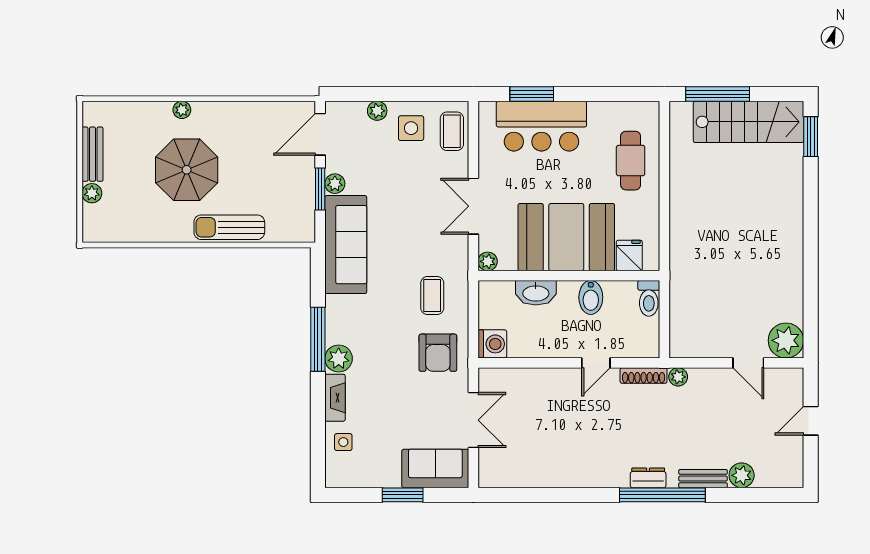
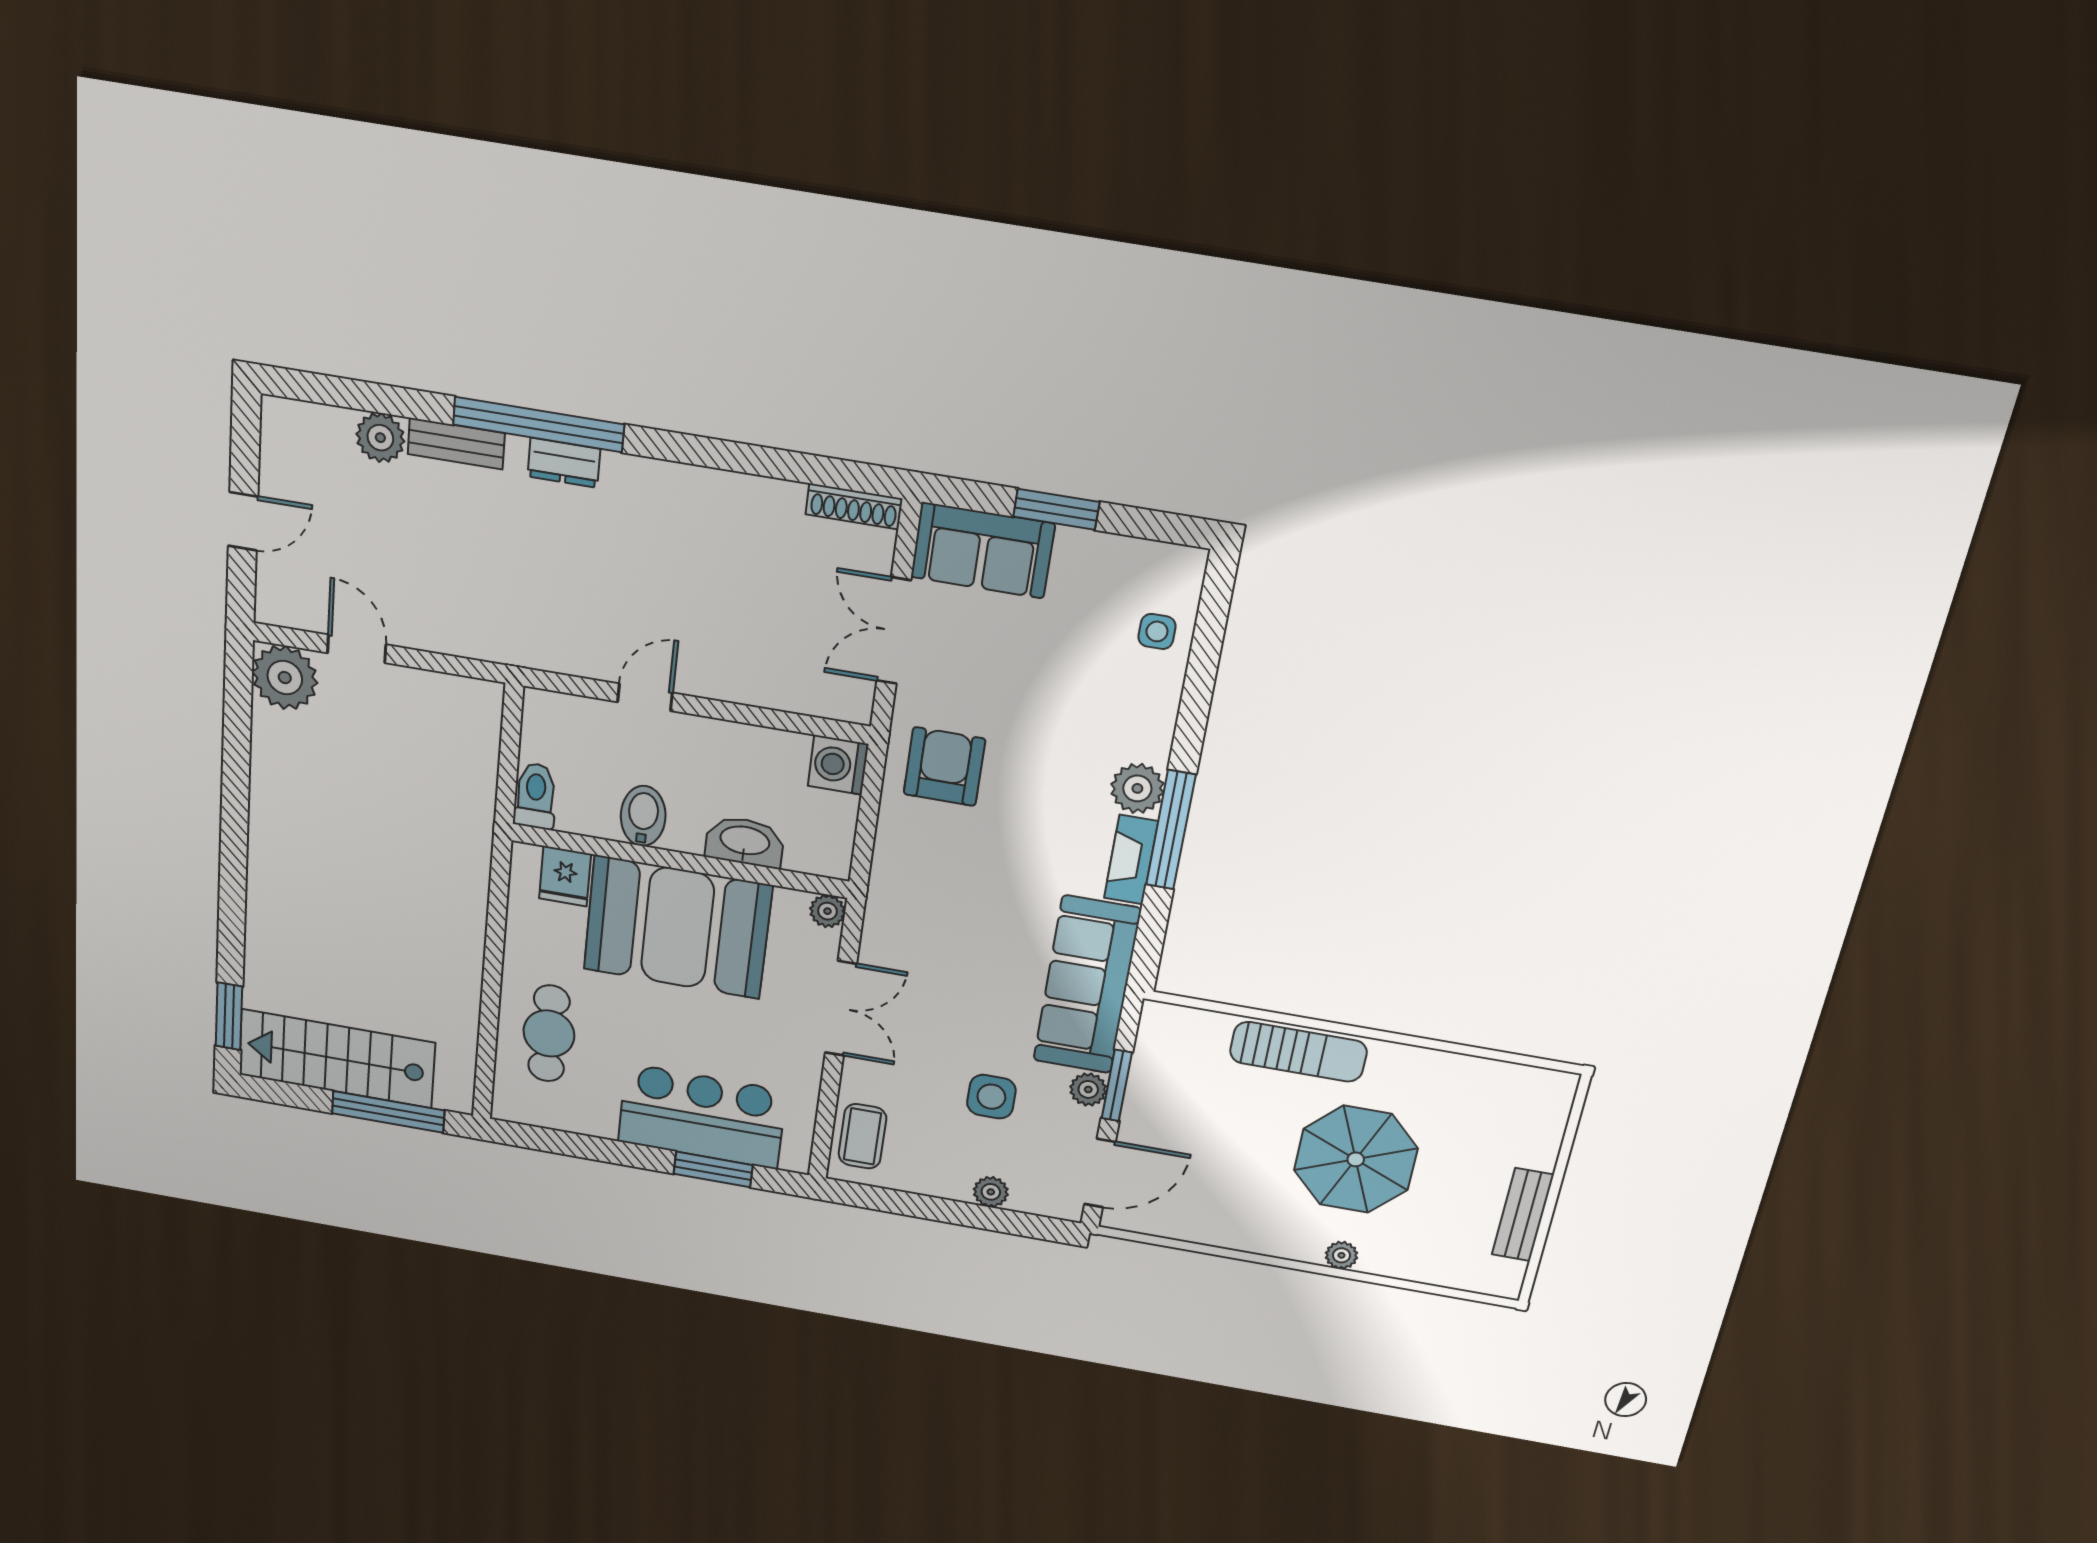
side table: (411, 128) -> (991, 1097), moved
plant: (92, 193) -> (1541, 1152), removed
coffee table: (432, 295) -> (940, 870), removed
shoe rack: (644, 376) -> (854, 506), moved, turned 180
plant: (678, 377) -> (491, 645), removed
fireplace: (335, 398) -> (1131, 860), moved

